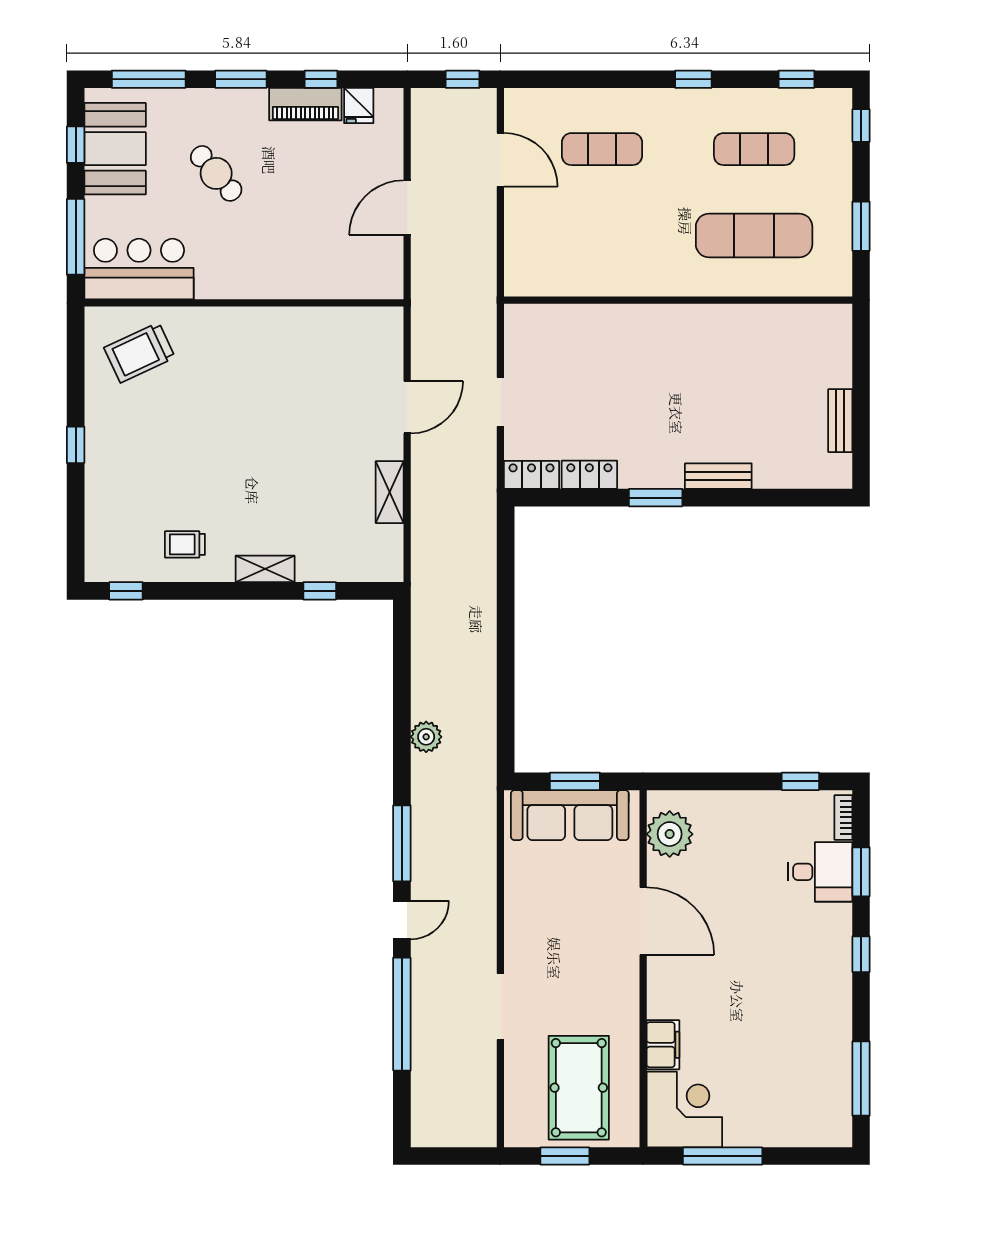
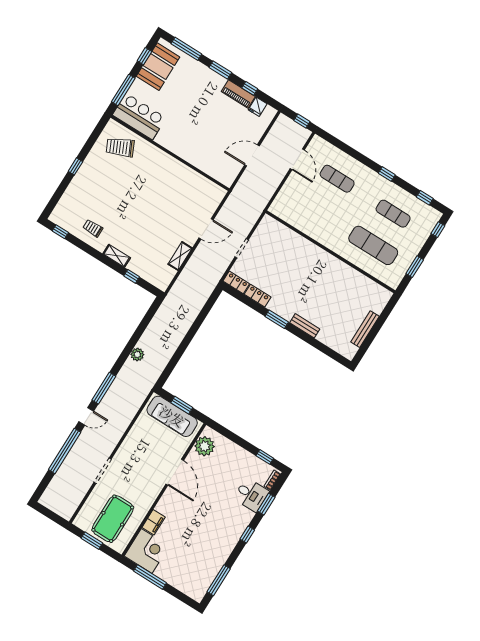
cafe table: (216, 173) -> (190, 99), removed
bench: (840, 421) -> (365, 329), width x1.36

